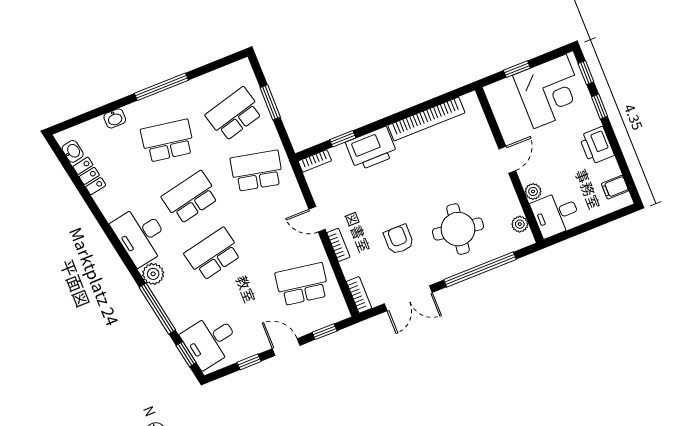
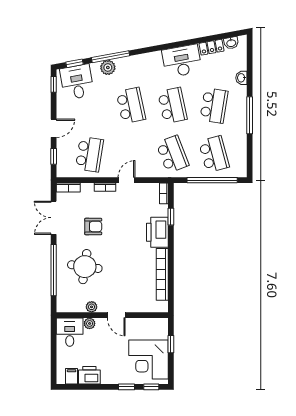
window: (270, 102) -> (212, 180), width x2.11
printer: (597, 146) -> (89, 375), moved
school desk: (257, 171) -> (172, 154), turned -33
plant: (520, 224) -> (92, 307), moved
desk: (141, 235) -> (182, 61), moved
plant: (153, 274) -> (108, 67), moved
window: (249, 362) -> (54, 84), moved

